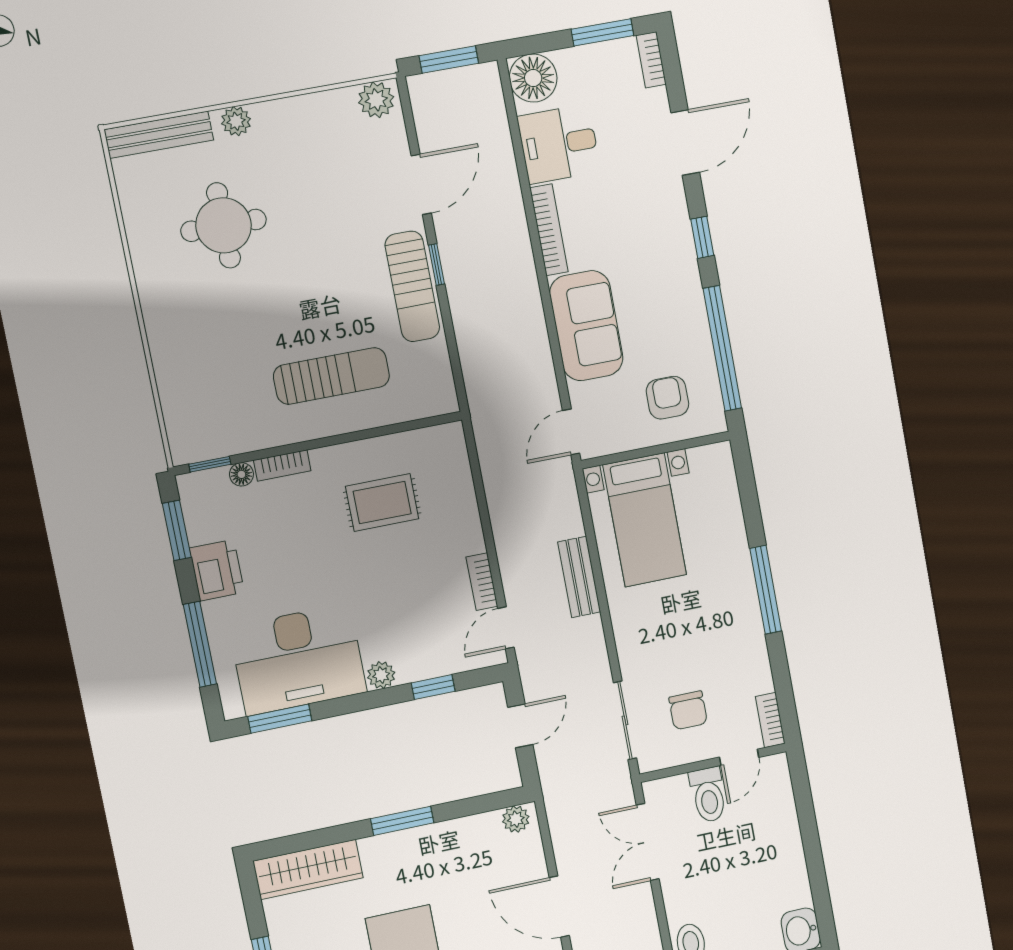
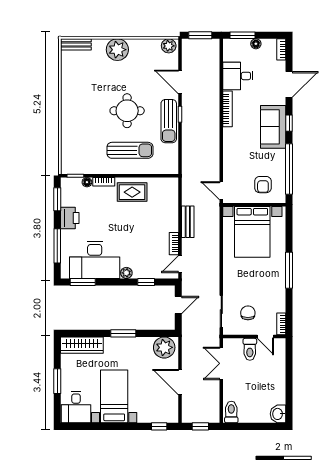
window: (602, 32) -> (242, 35), moved
floor lamp: (533, 78) -> (256, 44), moved, width x0.53, depth x0.53
plant: (236, 121) -> (117, 50), width x1.88, depth x1.88
bench: (159, 135) -> (76, 44), width x0.73
door: (421, 184) -> (180, 82), swing flipped
round table: (224, 225) -> (127, 111), moved
sofa: (586, 326) -> (273, 127), moved, turned 180
armchair: (667, 398) -> (263, 185), turned 180
door: (571, 432) -> (221, 191), hinge flipped
rug: (382, 503) -> (132, 192), moved
bed with nightstands: (645, 520) -> (252, 232), width x1.36
bench: (579, 577) -> (188, 222), moved
chair: (688, 710) -> (248, 313), turned 180
door: (739, 757) -> (265, 337), hinge flipped
plant: (516, 819) -> (164, 347), width x1.87, depth x1.87

